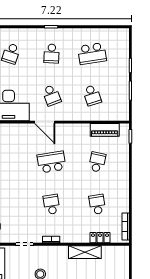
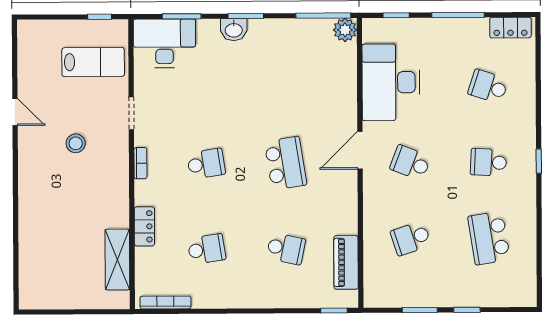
school desk: (52, 95) -> (410, 163), turned 42
locker: (100, 238) -> (144, 226), moved
shelving: (85, 252) -> (117, 260), moved

